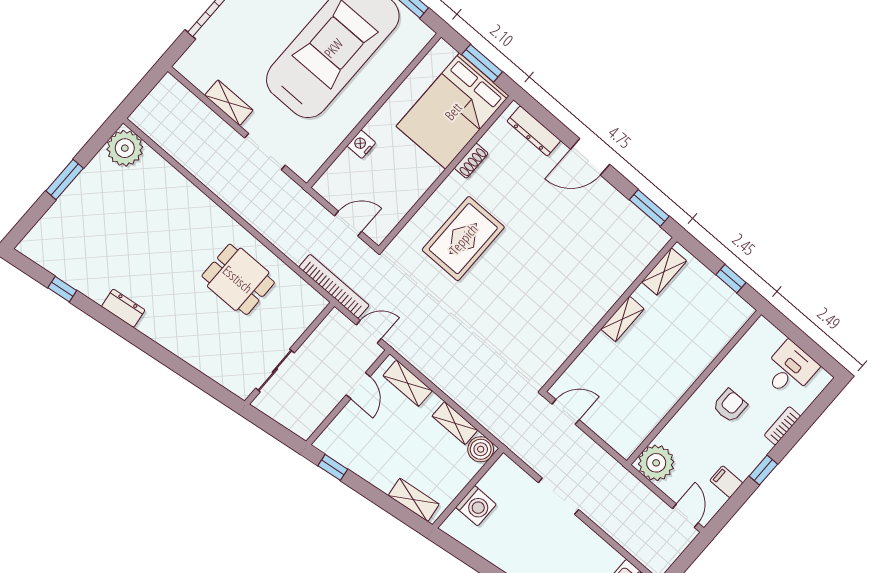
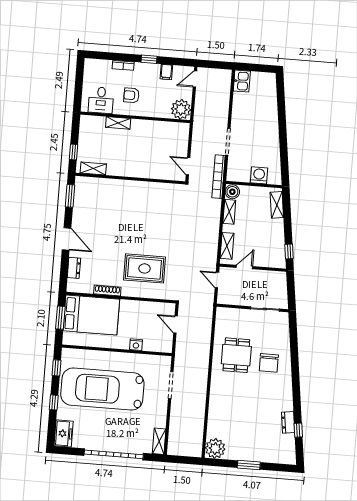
shelving: (229, 103) -> (159, 441), moved
dresser: (534, 131) -> (74, 268), width x0.70
shoe rack: (471, 161) -> (107, 290), width x1.43
window: (731, 279) -> (73, 152), moved
bookcase: (334, 286) -> (219, 177), moved
dresser: (123, 308) -> (288, 422), moved
chair: (192, 318) -> (269, 363), added
shelving: (622, 319) -> (118, 123), moved
desk: (790, 369) -> (101, 100), moved, turned -90

